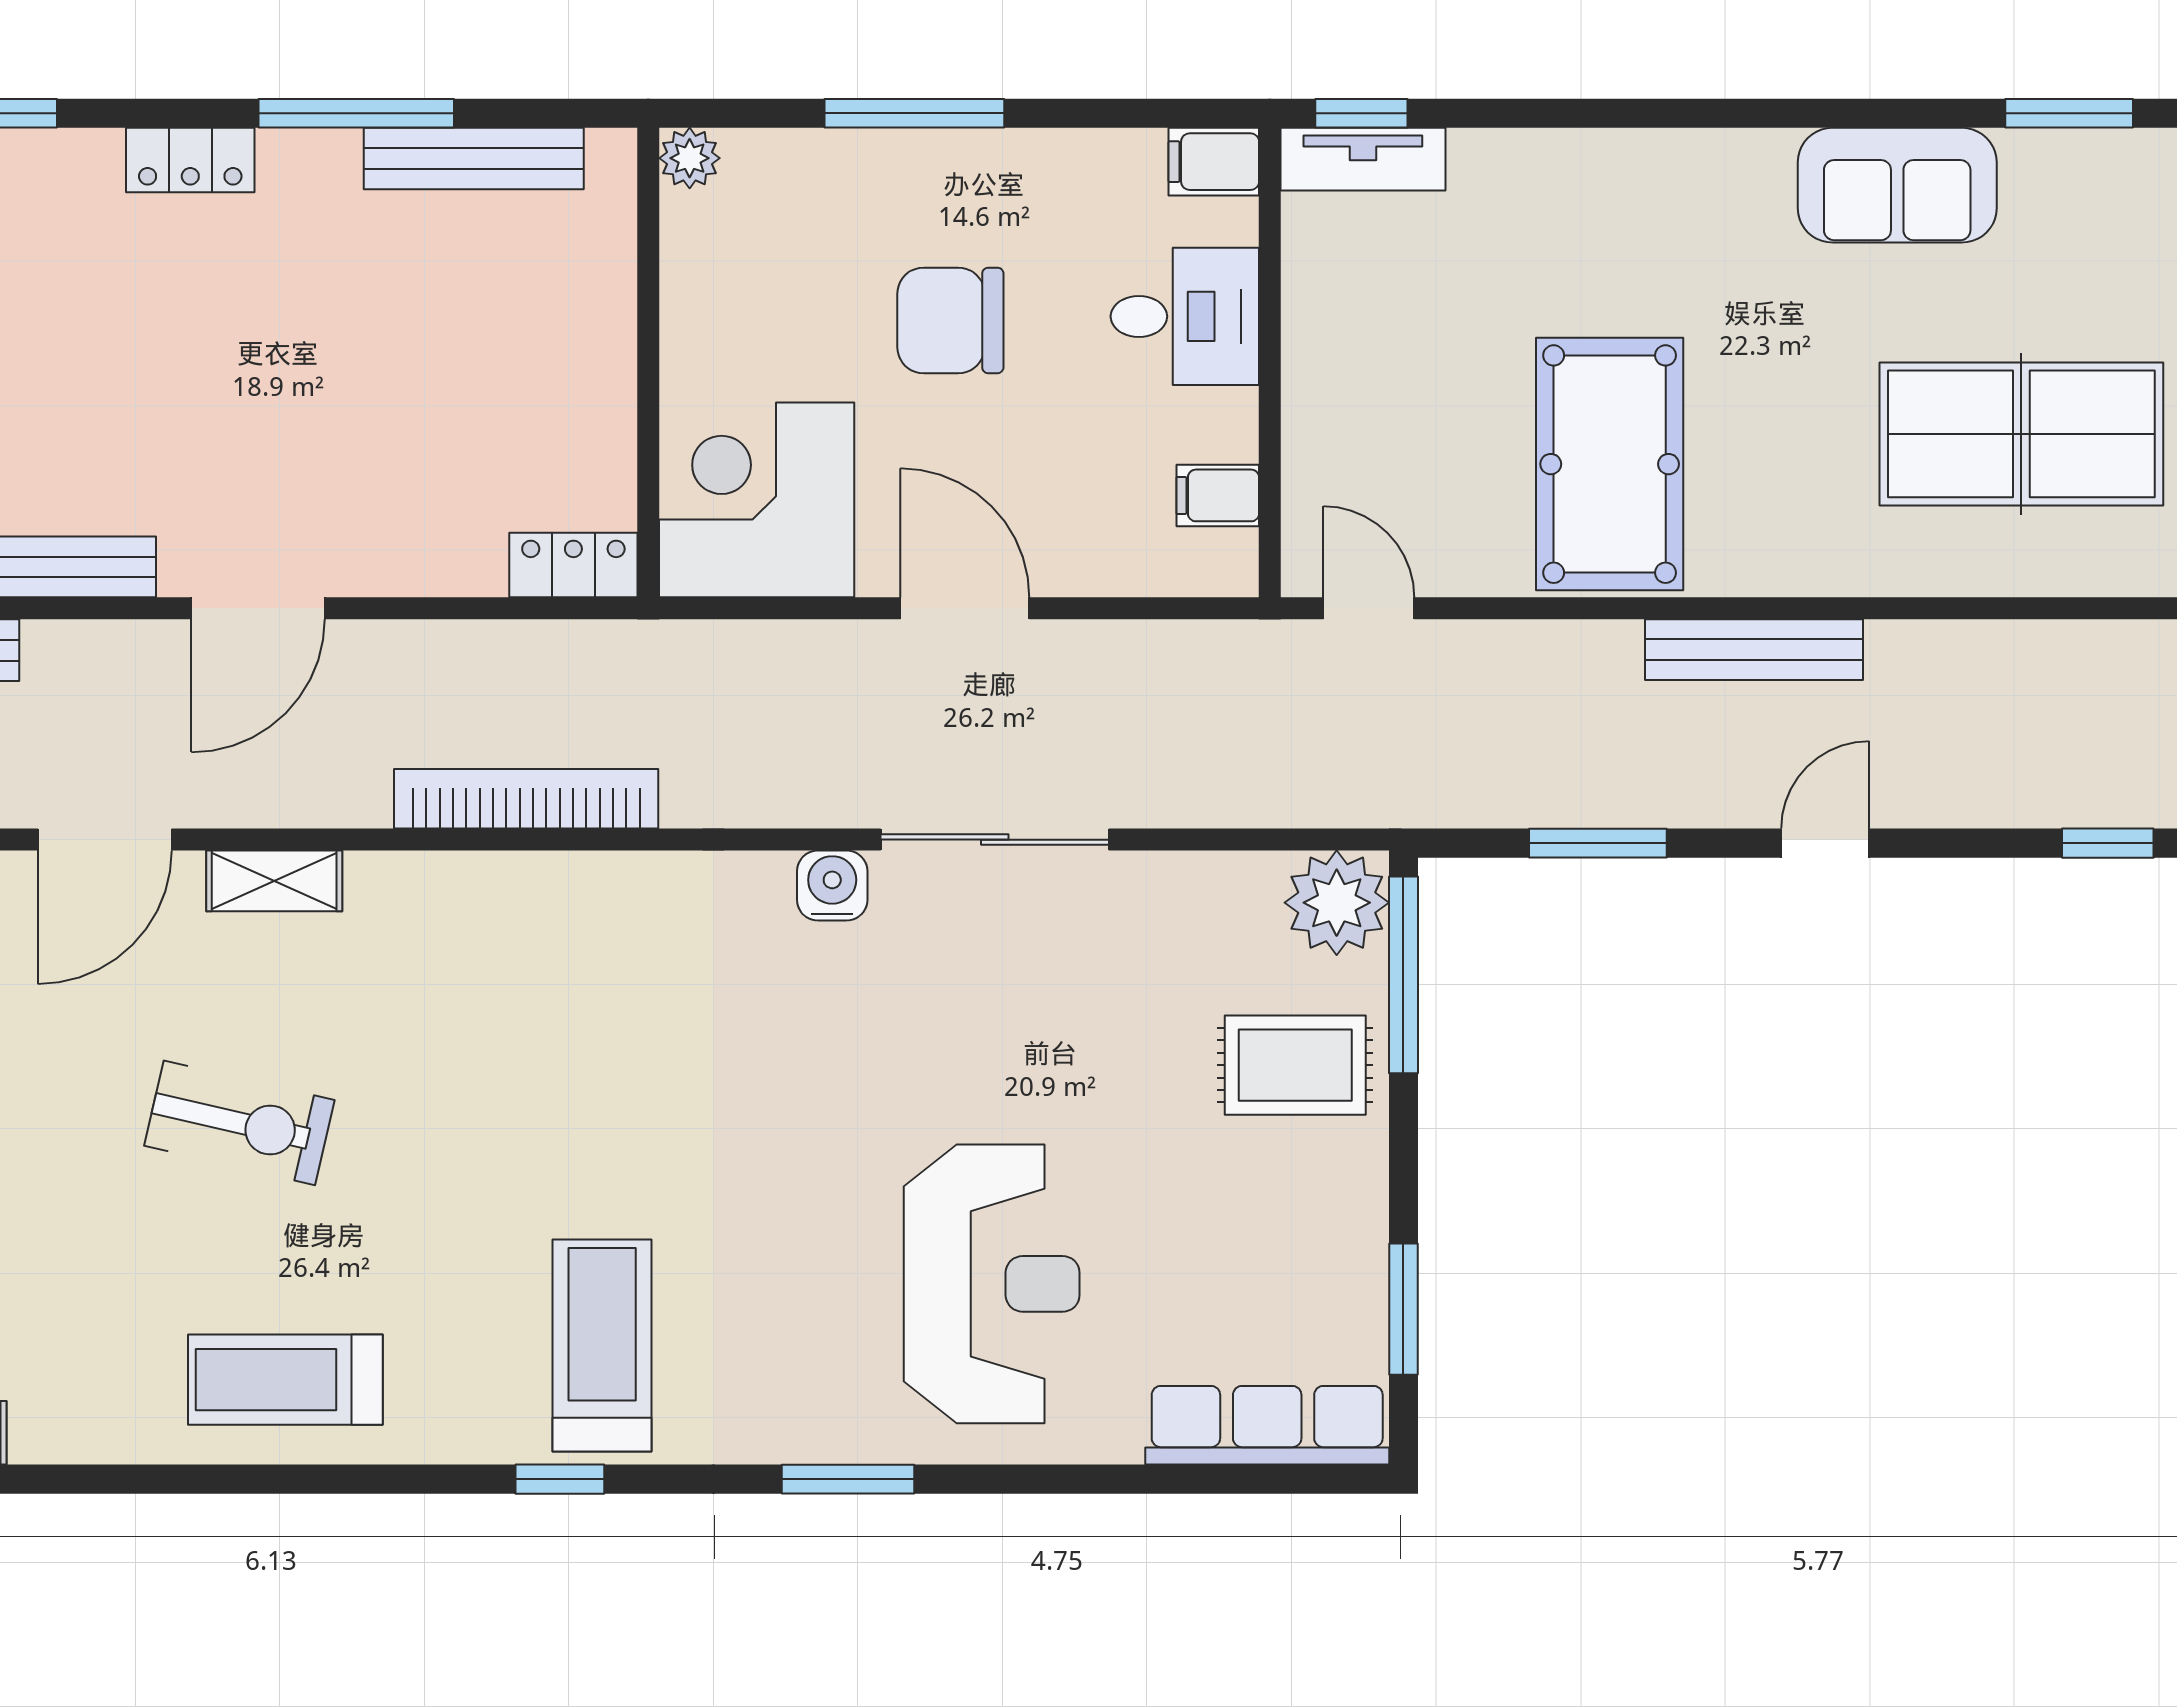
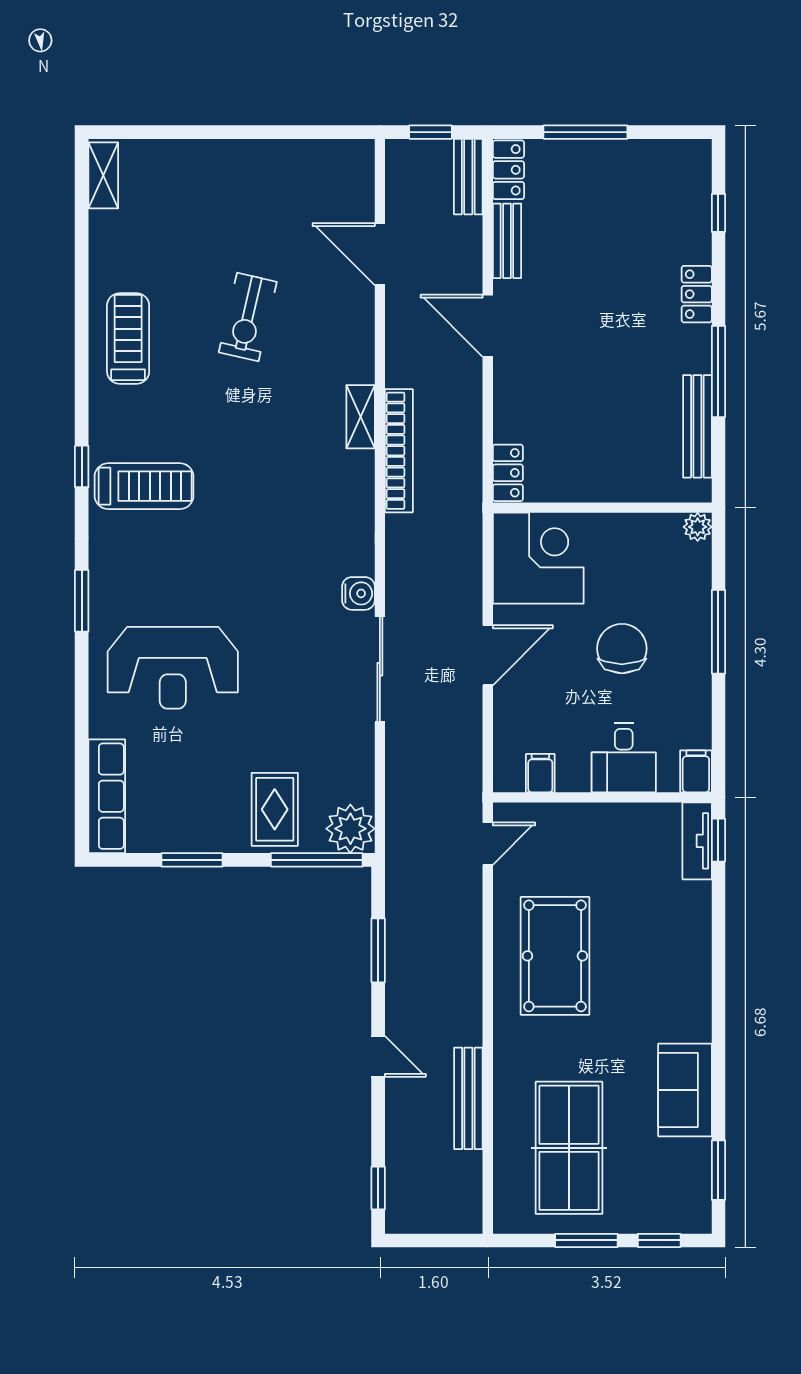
pool table: (1610, 464) -> (555, 956), turned 90
bench: (1754, 650) -> (468, 1098), moved
shelving: (274, 881) -> (361, 417), moved
window: (1403, 1309) -> (192, 860), moved

